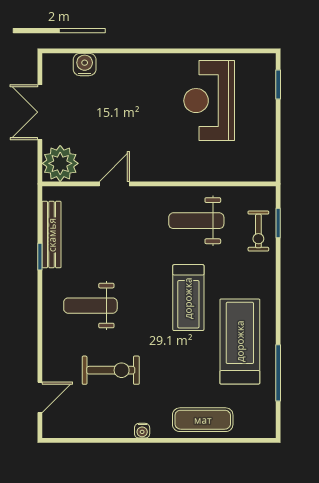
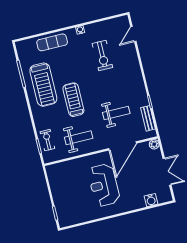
reception desk: (209, 101) -> (104, 185), moved, turned 180
plant: (60, 163) -> (154, 144), width x0.53, depth x0.53
door: (114, 184) -> (123, 146), width x1.88
bench: (52, 235) -> (148, 118), width x0.73
weight bench: (90, 306) -> (116, 113), moved
exercise bike: (111, 370) -> (102, 55), turned -90

